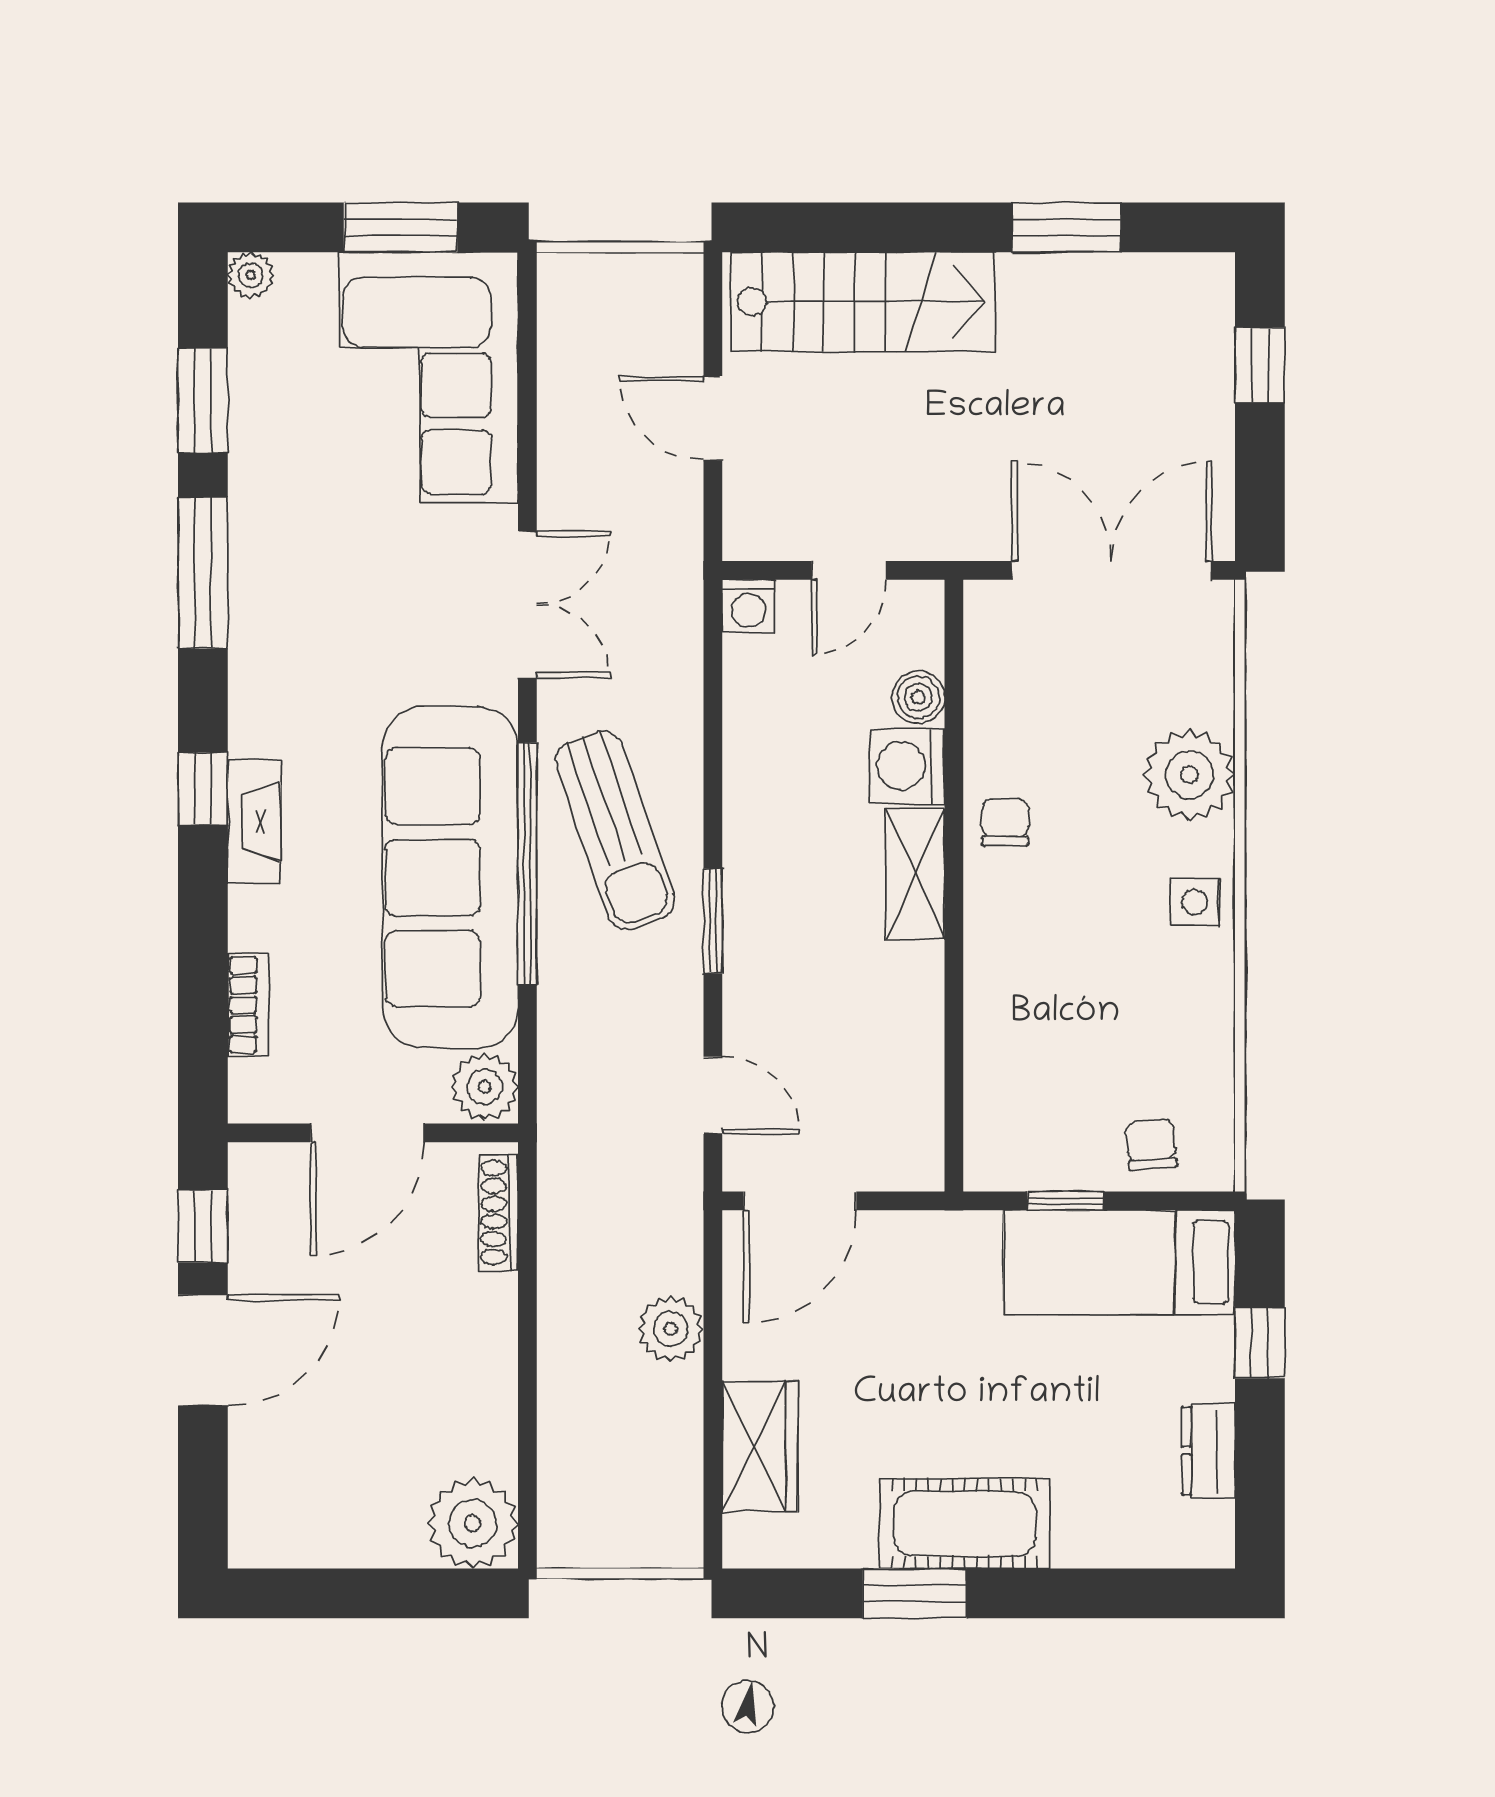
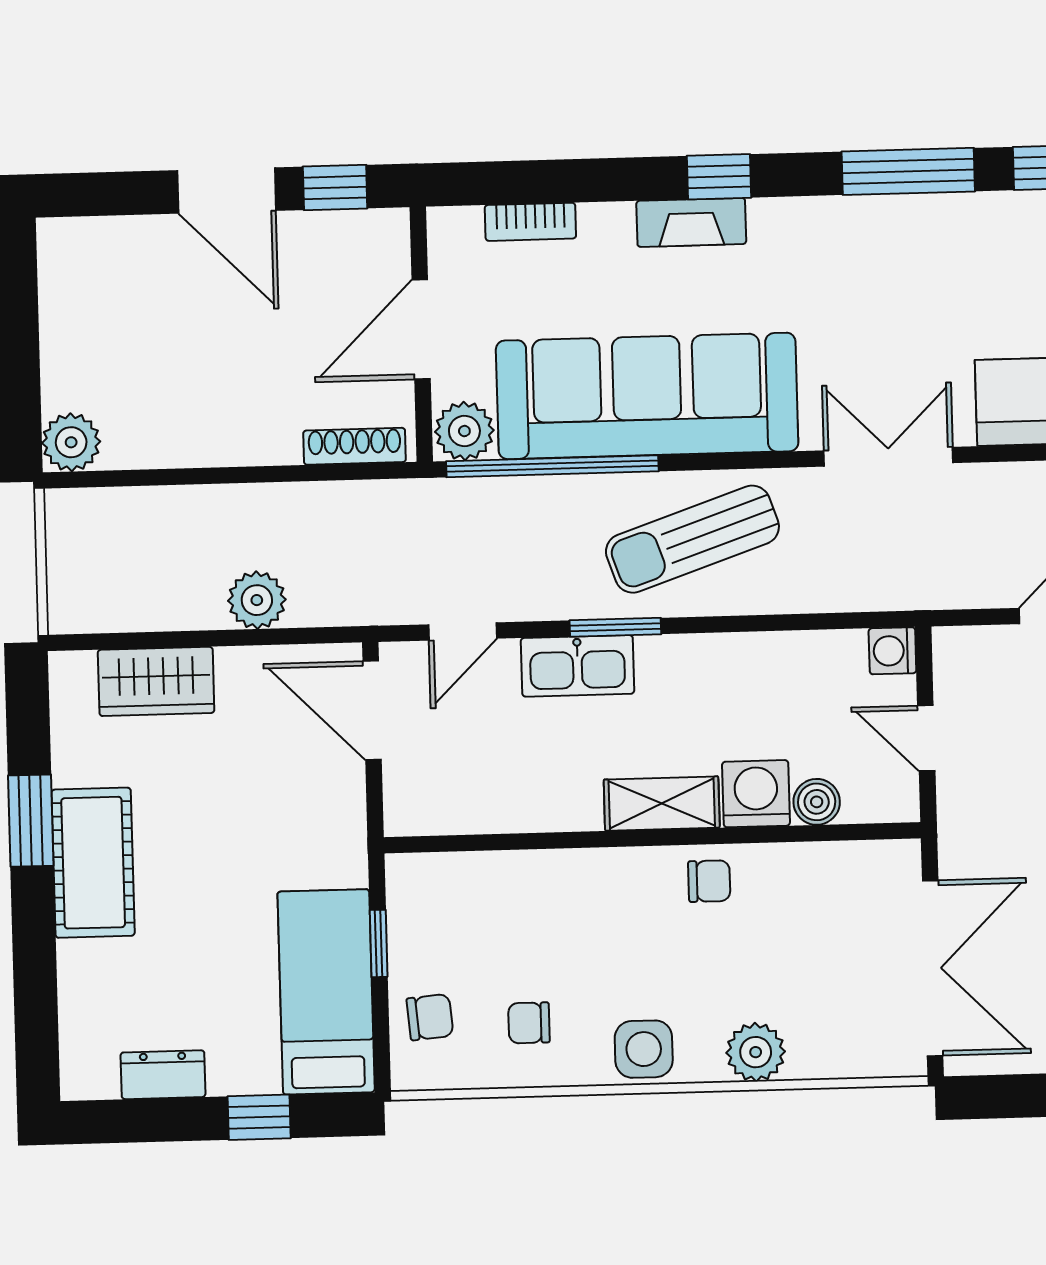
double door: (527, 604) -> (888, 457), swing flipped
plant: (1189, 775) -> (756, 1052), width x0.73, depth x0.73
window: (527, 864) -> (552, 466), moved
side table: (1195, 902) -> (644, 1049), width x1.37, depth x1.37
kitchen sink: (756, 965) -> (577, 666), added
chair: (1161, 1032) -> (529, 1023), added
door: (367, 1133) -> (421, 329), hinge flipped
plant: (473, 1523) -> (71, 442), width x0.73, depth x0.73

